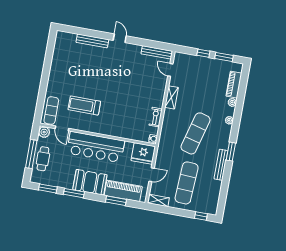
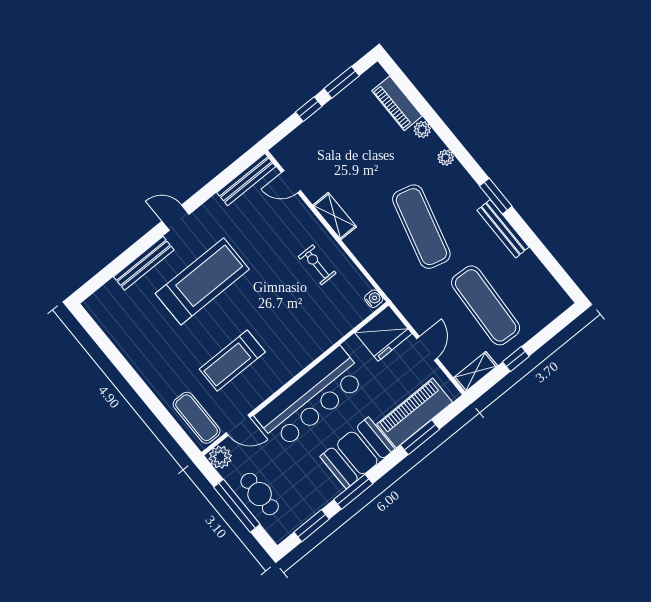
treadmill: (104, 69) -> (202, 281), added
exercise bike: (155, 117) -> (317, 265), moved
window: (201, 216) -> (516, 359), moved

